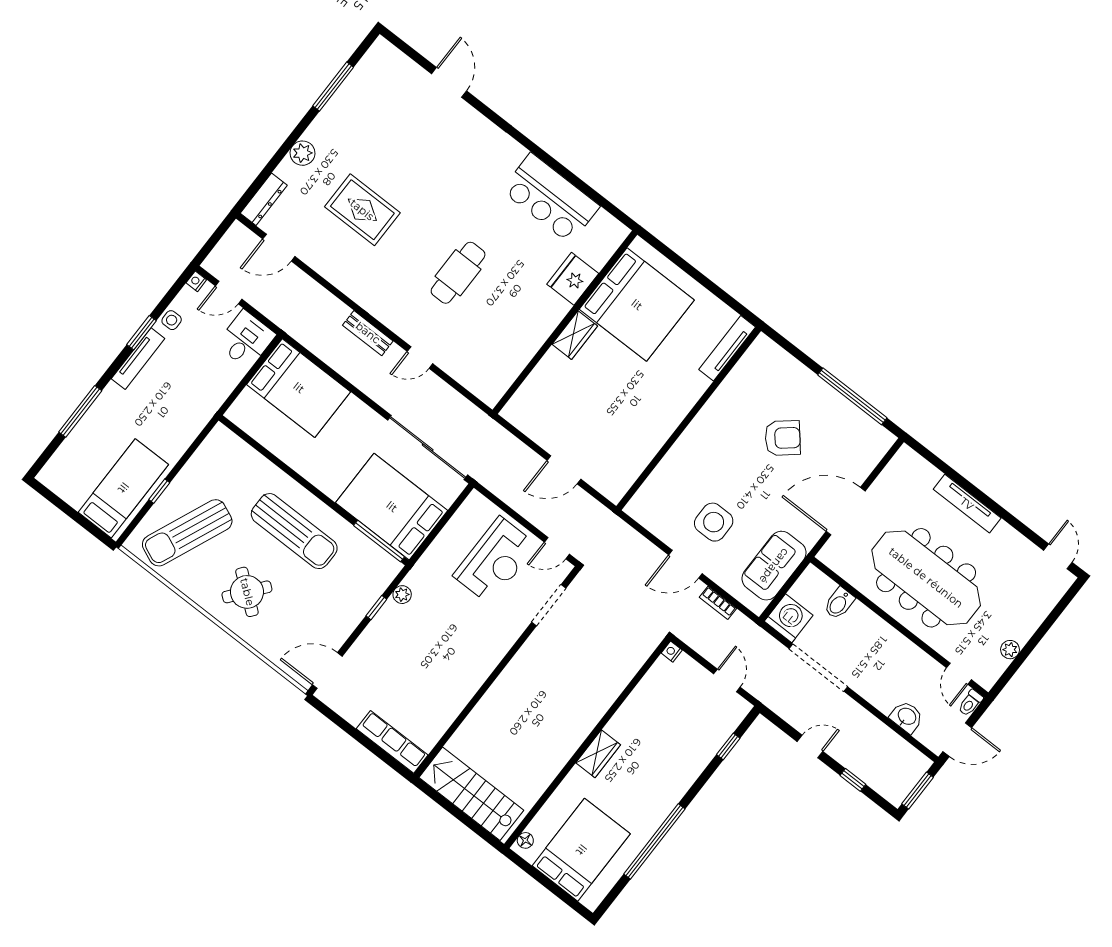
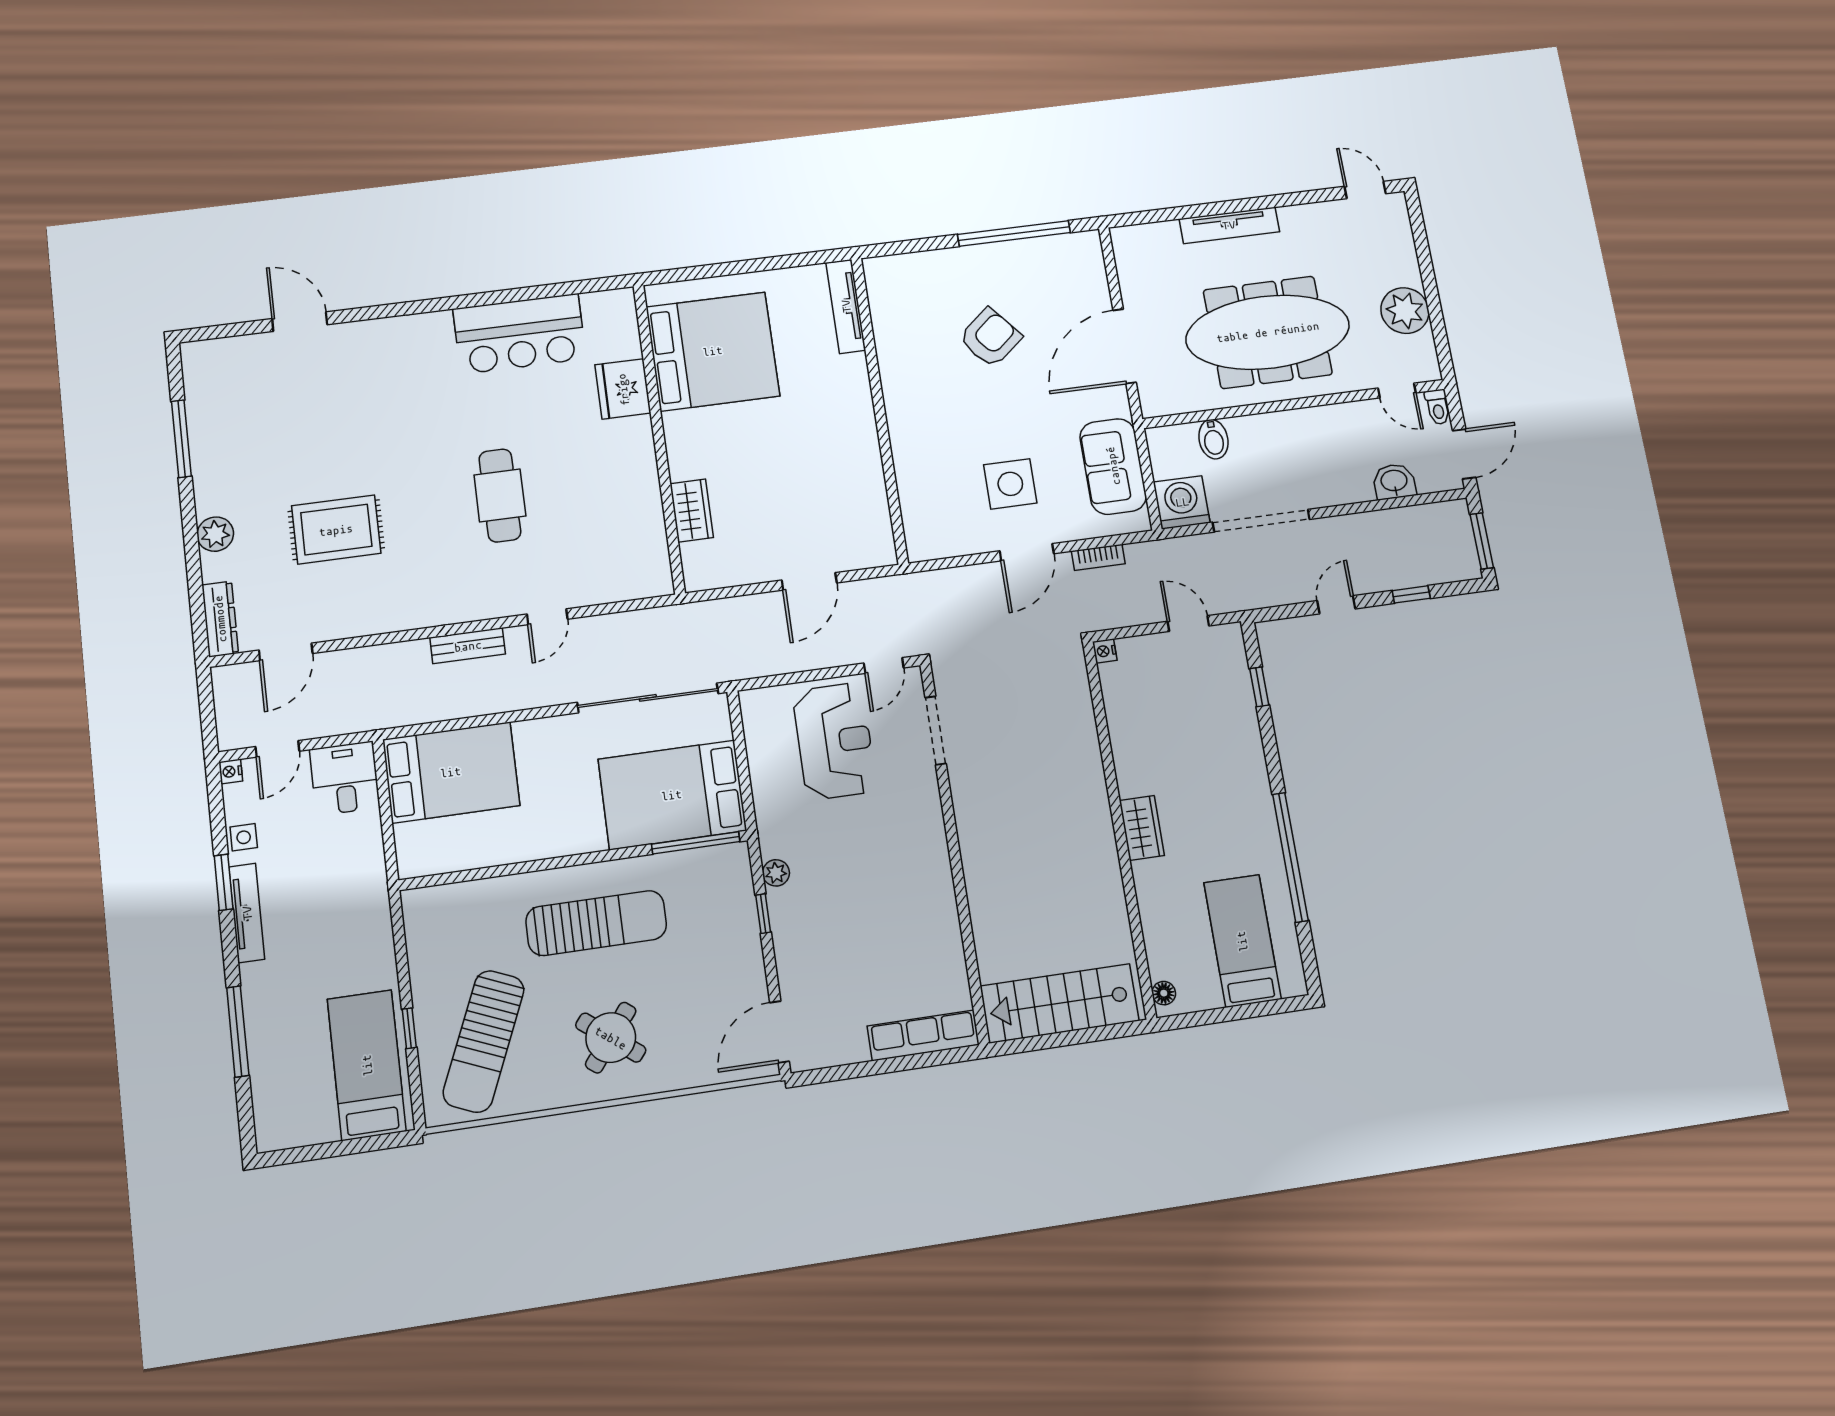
wardrobe: (575, 335) -> (692, 511), moved
plant: (1010, 650) -> (1405, 311), width x1.87, depth x1.87
bed: (581, 850) -> (1242, 941), width x0.67

